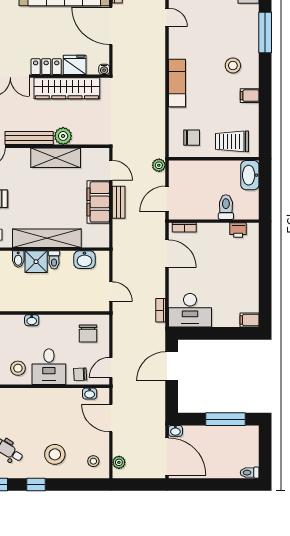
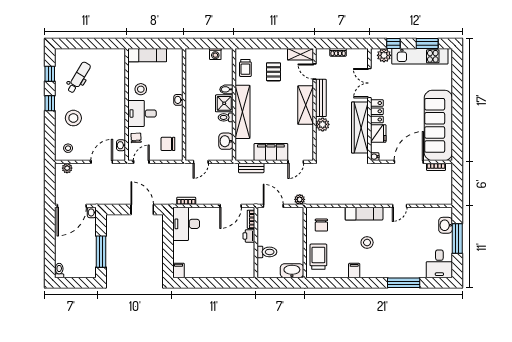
door: (167, 17) -> (400, 206), moved
stool: (233, 65) -> (367, 243), moved
shelving: (56, 158) -> (306, 105), moved
bench: (119, 202) -> (251, 168), moved
printer: (238, 230) -> (249, 236), moved
door: (111, 368) -> (141, 162), hinge flipped

